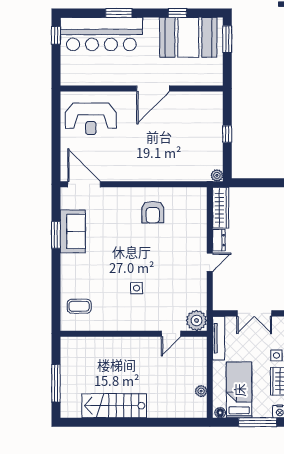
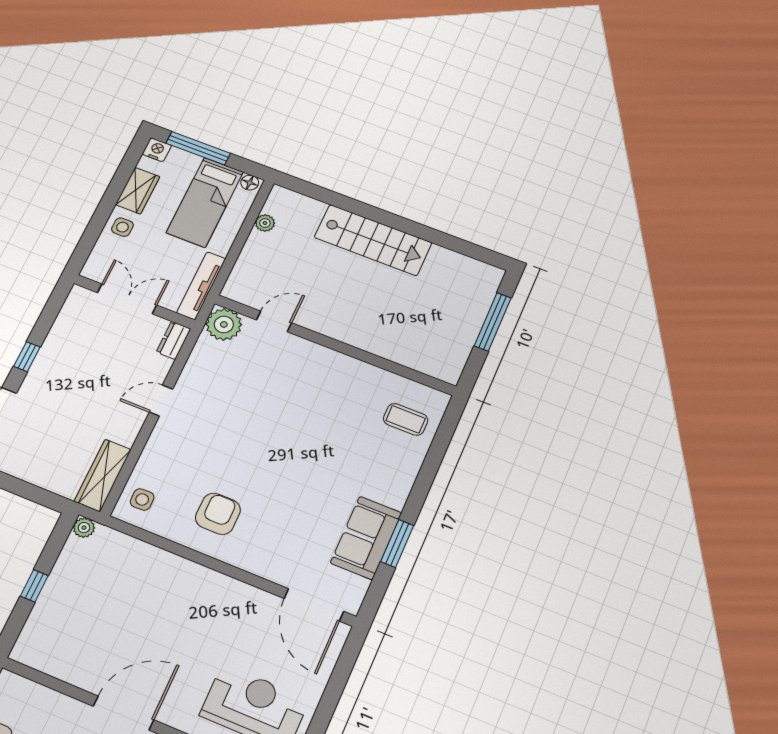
dresser: (219, 240) -> (174, 340), moved
side table: (136, 288) -> (142, 499), moved
stairs: (114, 406) -> (373, 240), moved

